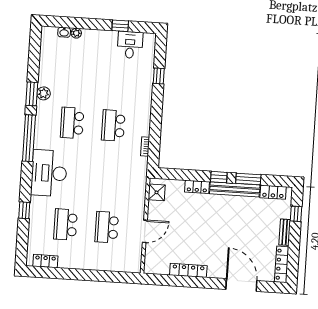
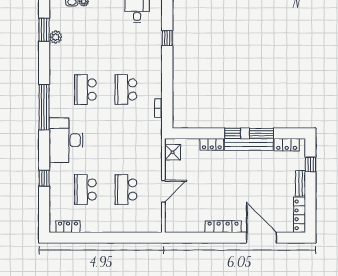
plant: (44, 93) -> (56, 37), moved
window: (32, 94) -> (44, 30), moved
locker: (188, 270) -> (223, 227), moved

